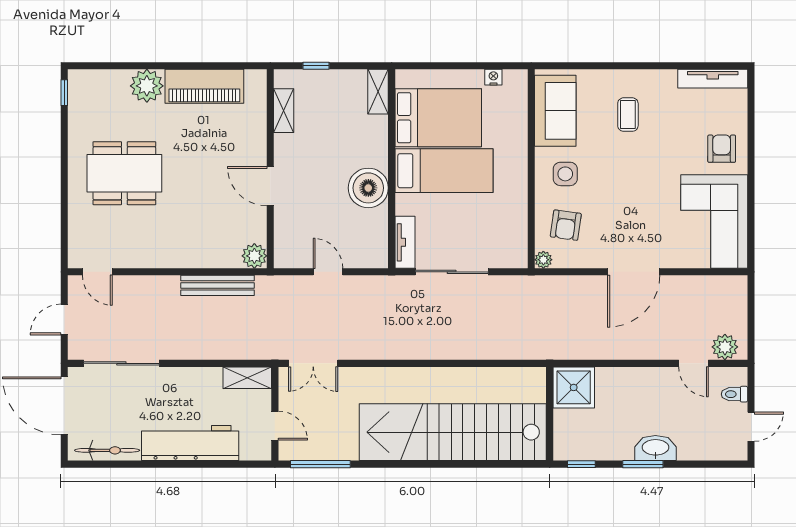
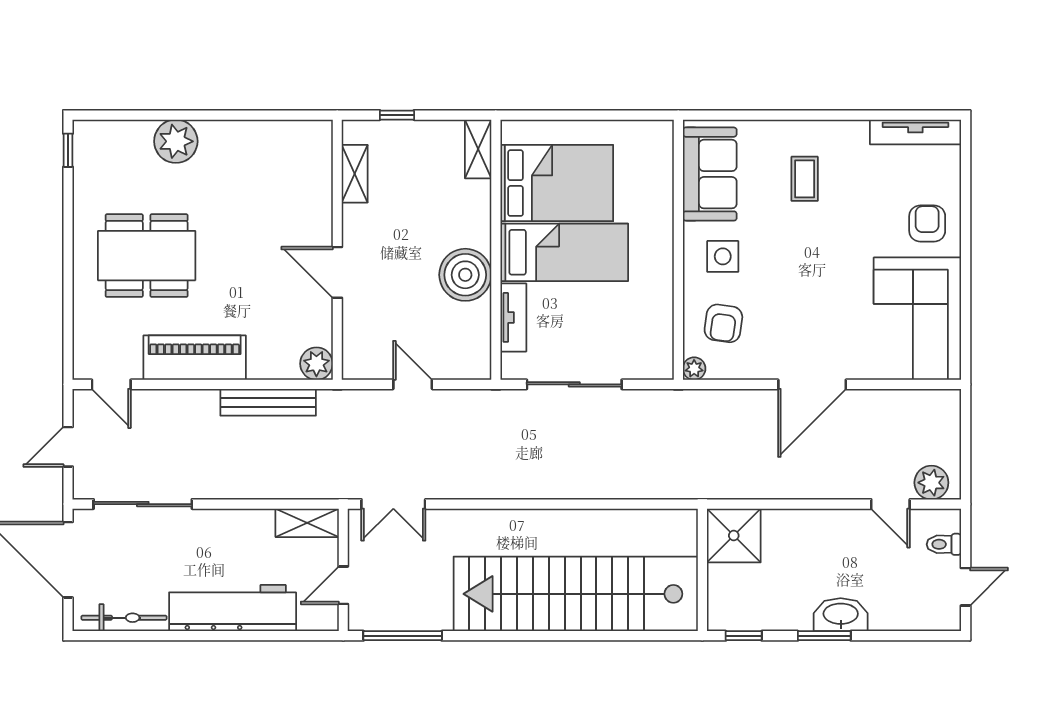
nightstand: (493, 77) -> (629, 130), removed
piano: (204, 86) -> (195, 358), moved, turned 180
tv unit: (405, 242) -> (513, 317), moved
door: (275, 426) -> (343, 585), swing flipped

